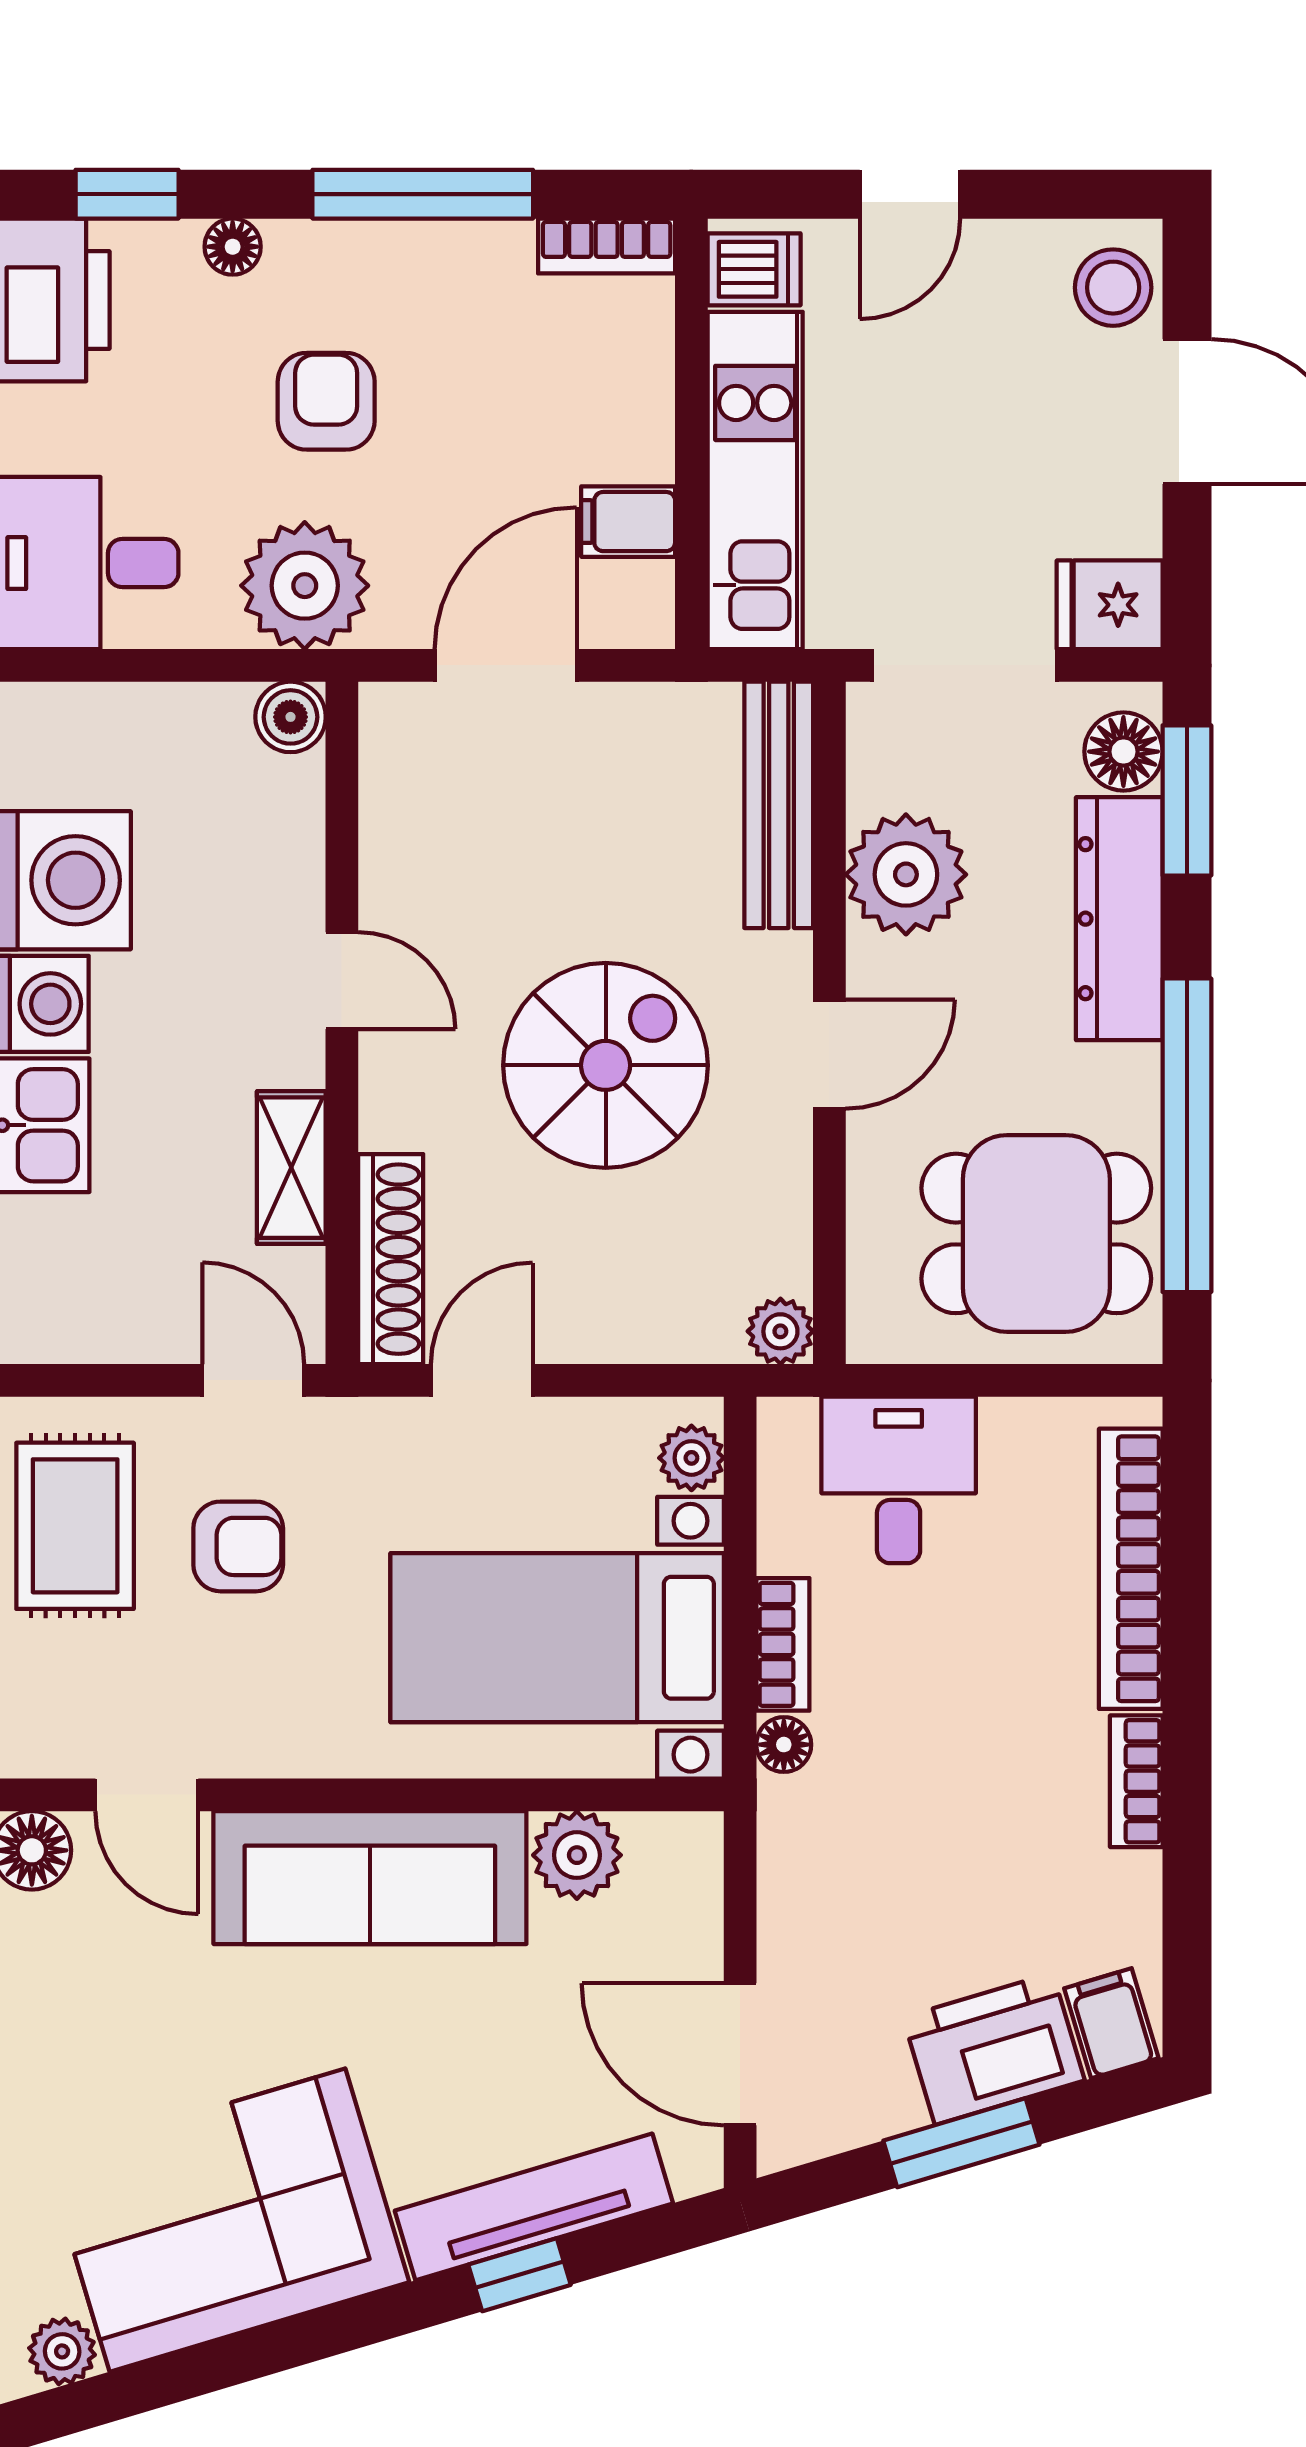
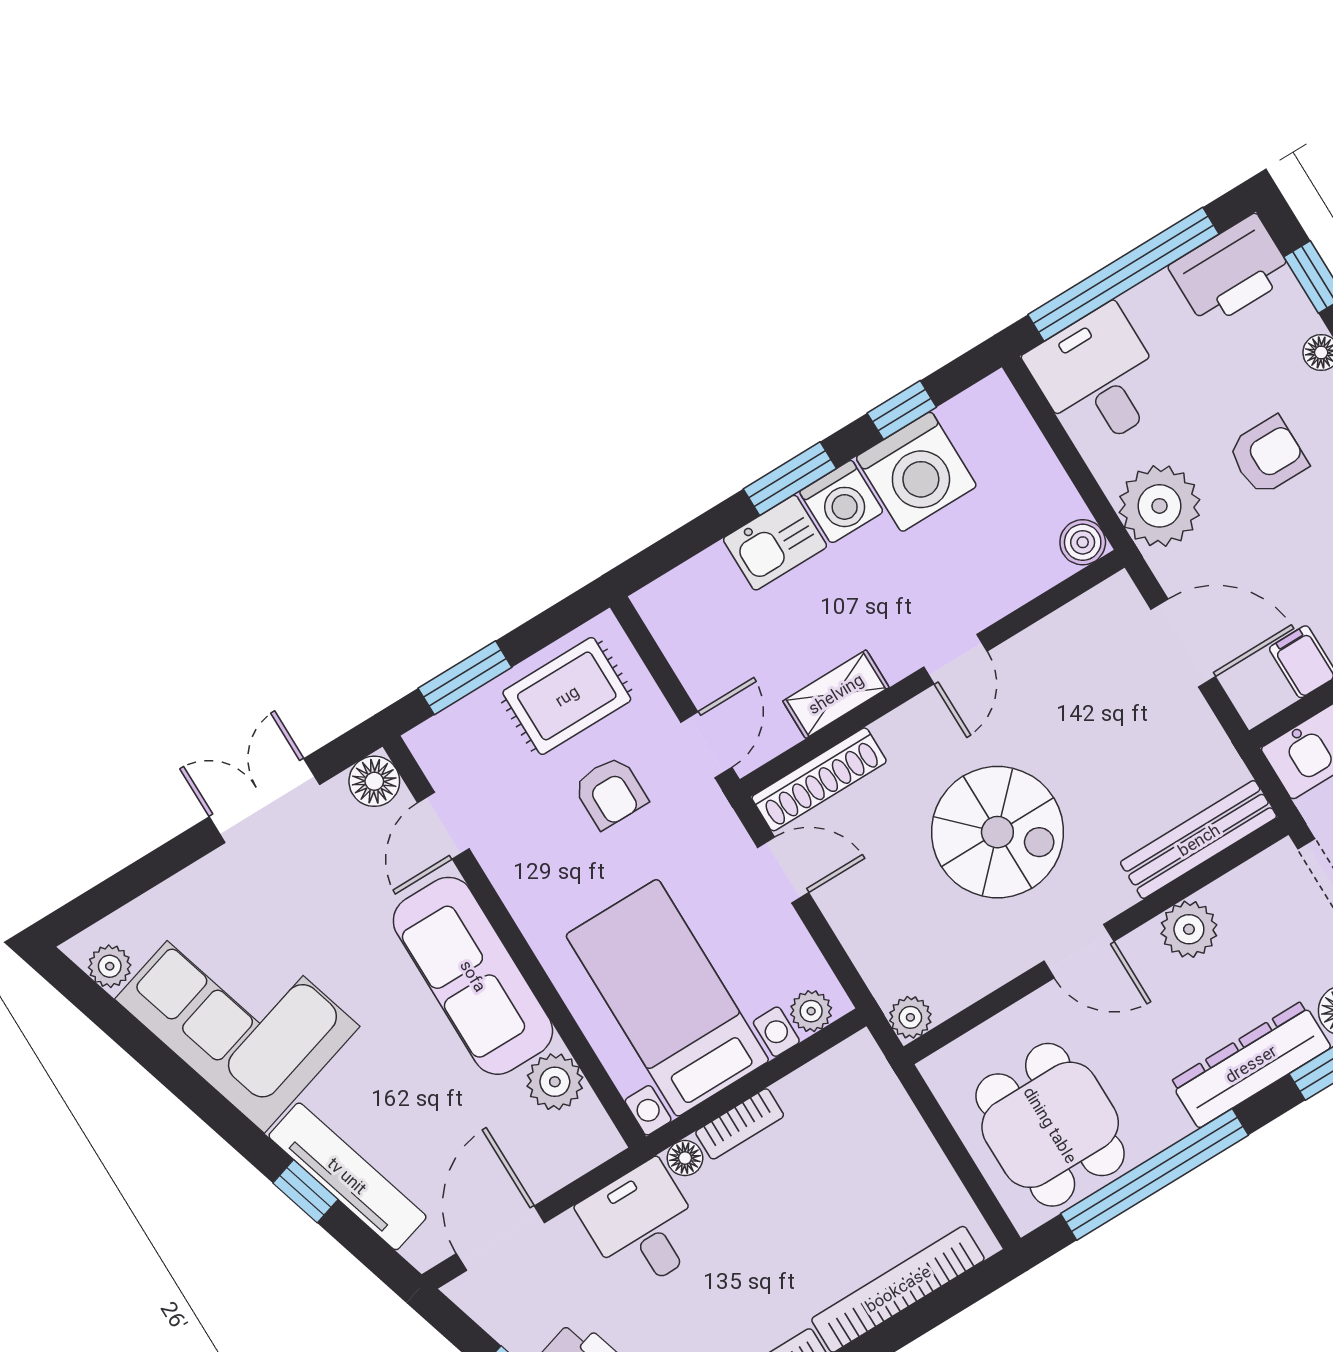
plant: (906, 874) -> (1189, 929), width x0.73, depth x0.73
desk: (899, 1480) -> (643, 1226), moved, turned -90

